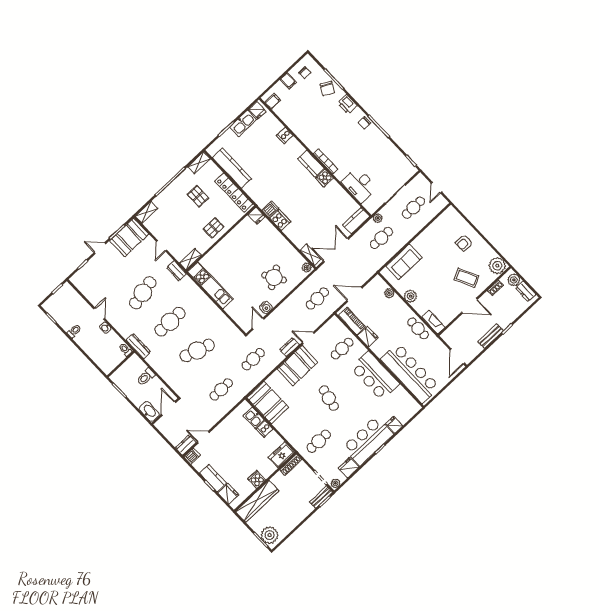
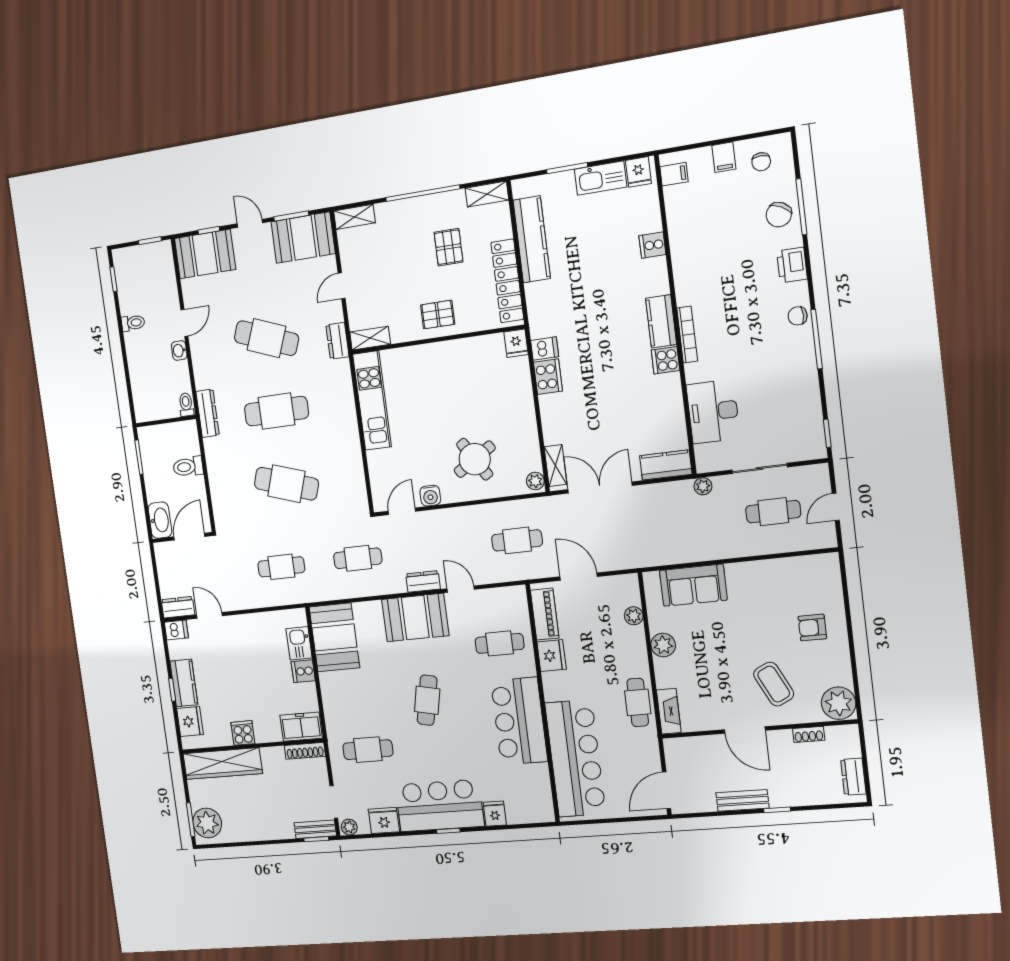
cafe table: (381, 238) -> (685, 522), removed
booth: (88, 276) -> (205, 254), added
plant: (514, 280) -> (848, 745), removed
cafe table: (143, 293) -> (266, 338), turned 33

